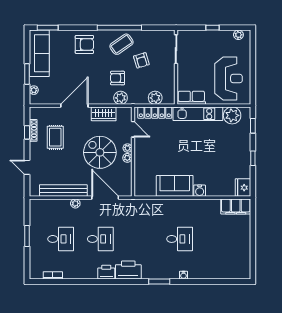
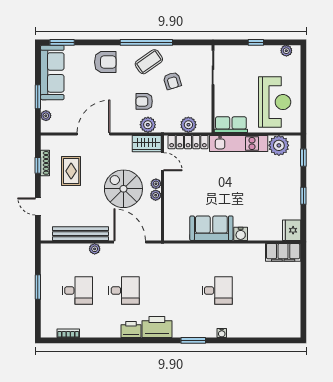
wardrobe: (104, 114) -> (147, 144), moved

